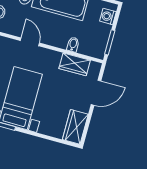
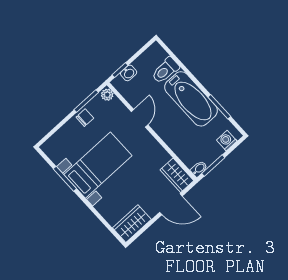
bidet: (73, 44) -> (199, 169), moved
wardrobe: (75, 64) -> (177, 175), moved

